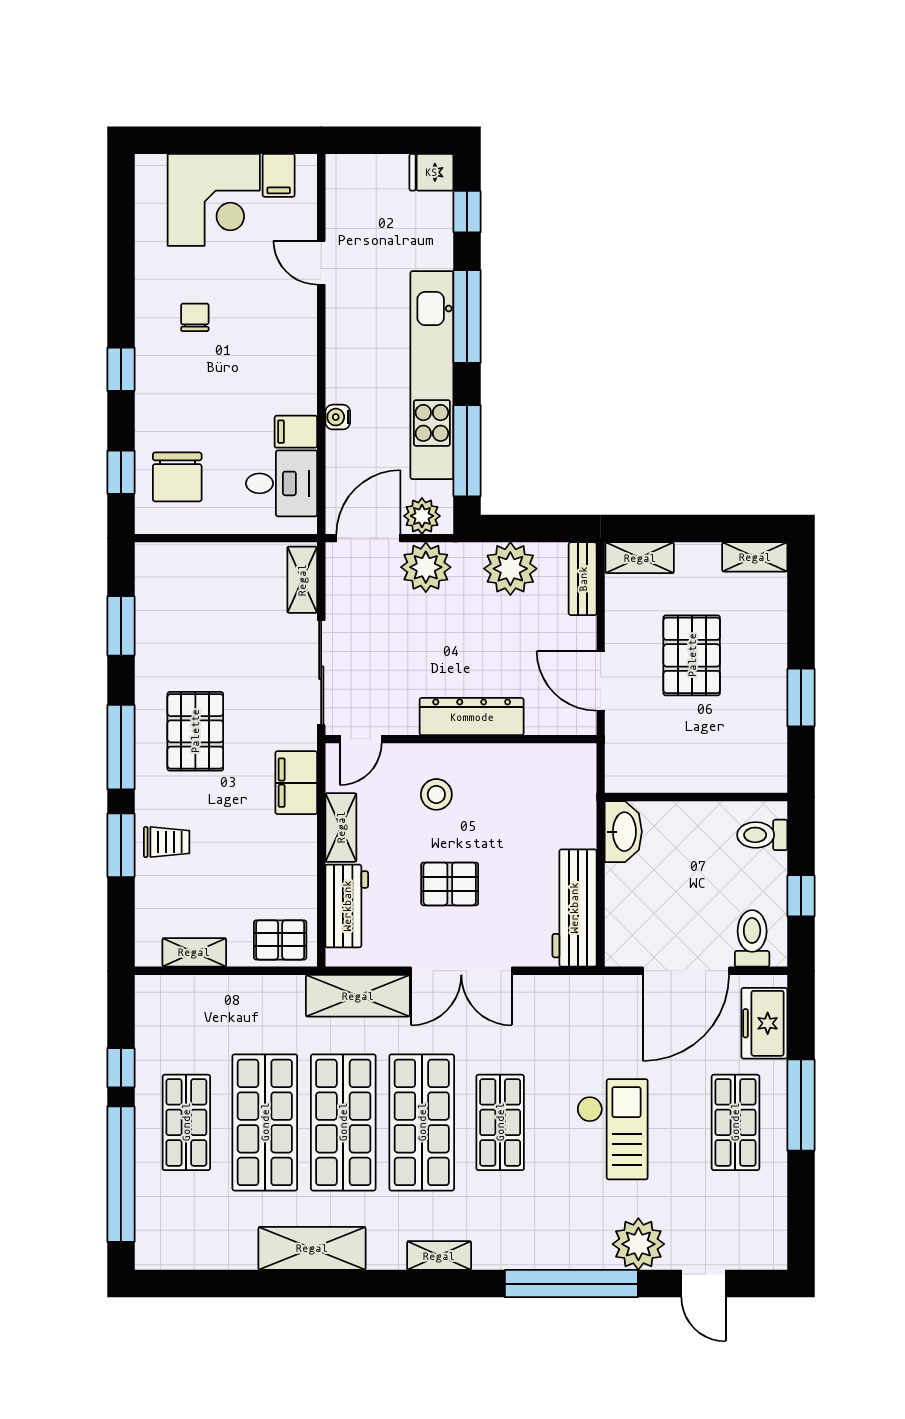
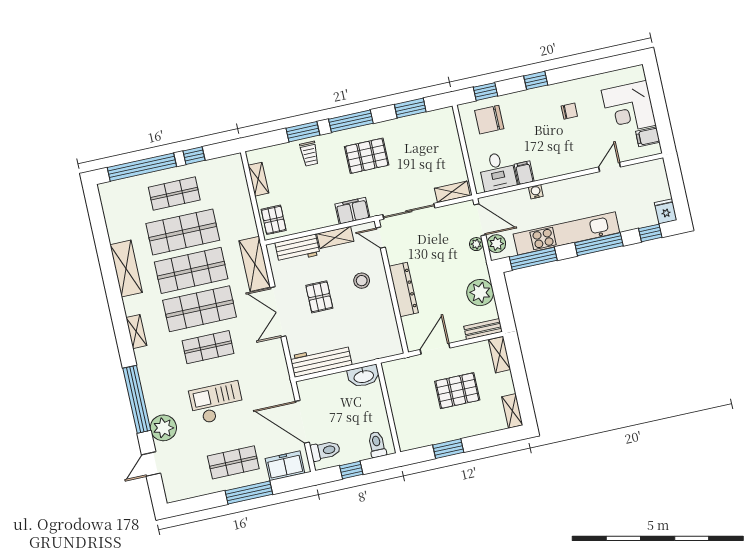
plant: (426, 567) -> (476, 244), width x0.53, depth x0.53
checkout: (612, 1129) -> (217, 403), turned 180

